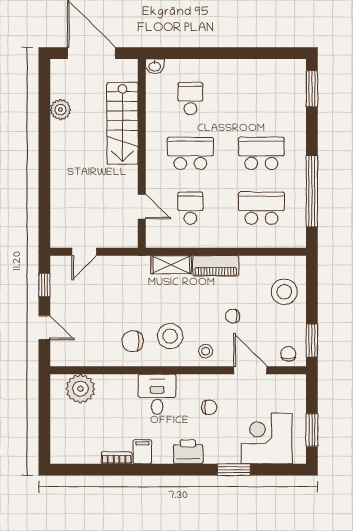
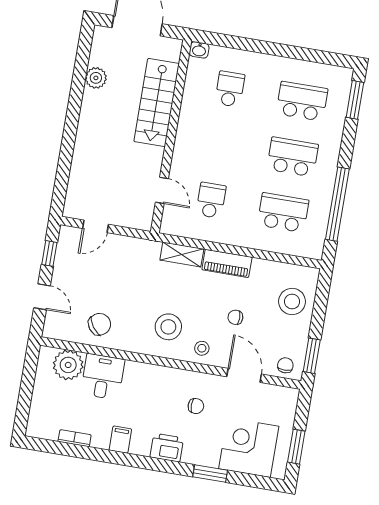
school desk: (190, 153) -> (302, 101), moved
chair: (133, 341) -> (100, 324), moved, turned 144
desk: (157, 394) -> (103, 377), moved
bookcase: (117, 458) -> (75, 438), moved

